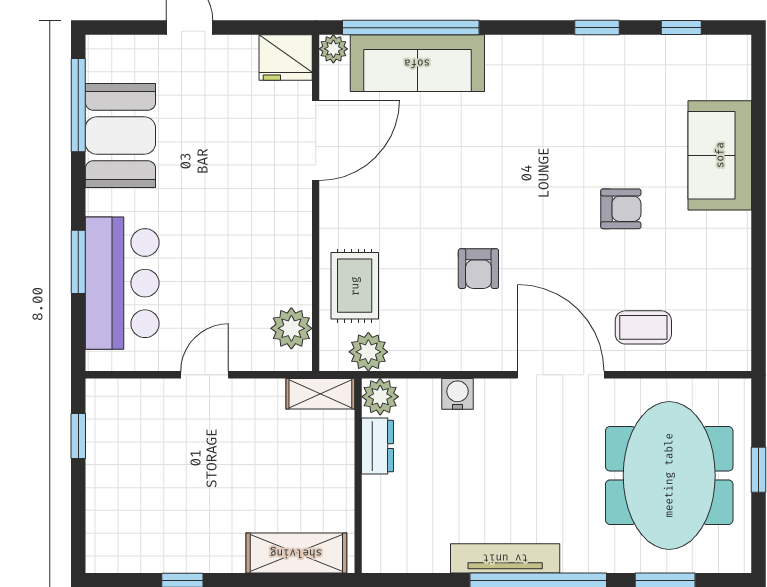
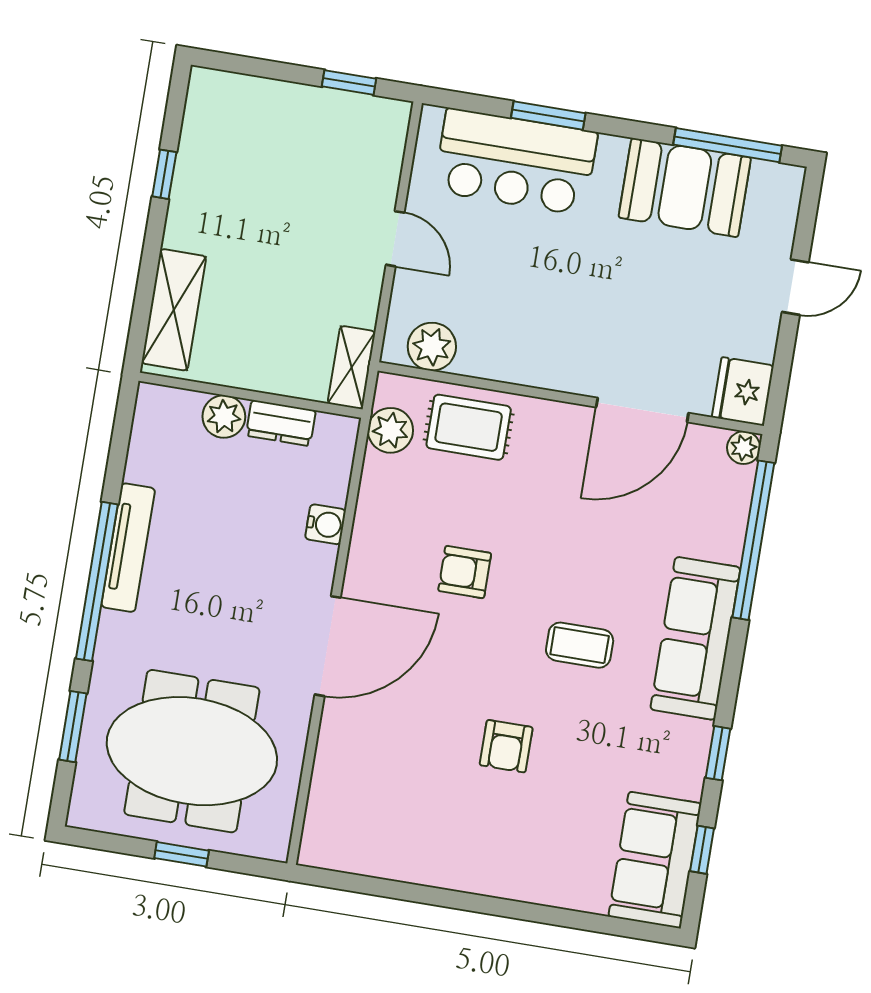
sofa: (417, 63) -> (695, 638), moved
door: (316, 140) -> (642, 410), hinge flipped
sofa: (720, 155) -> (655, 860), moved, turned -90
coffee table: (643, 327) -> (580, 645), moved, turned 90
plant: (380, 397) -> (224, 417), moved

